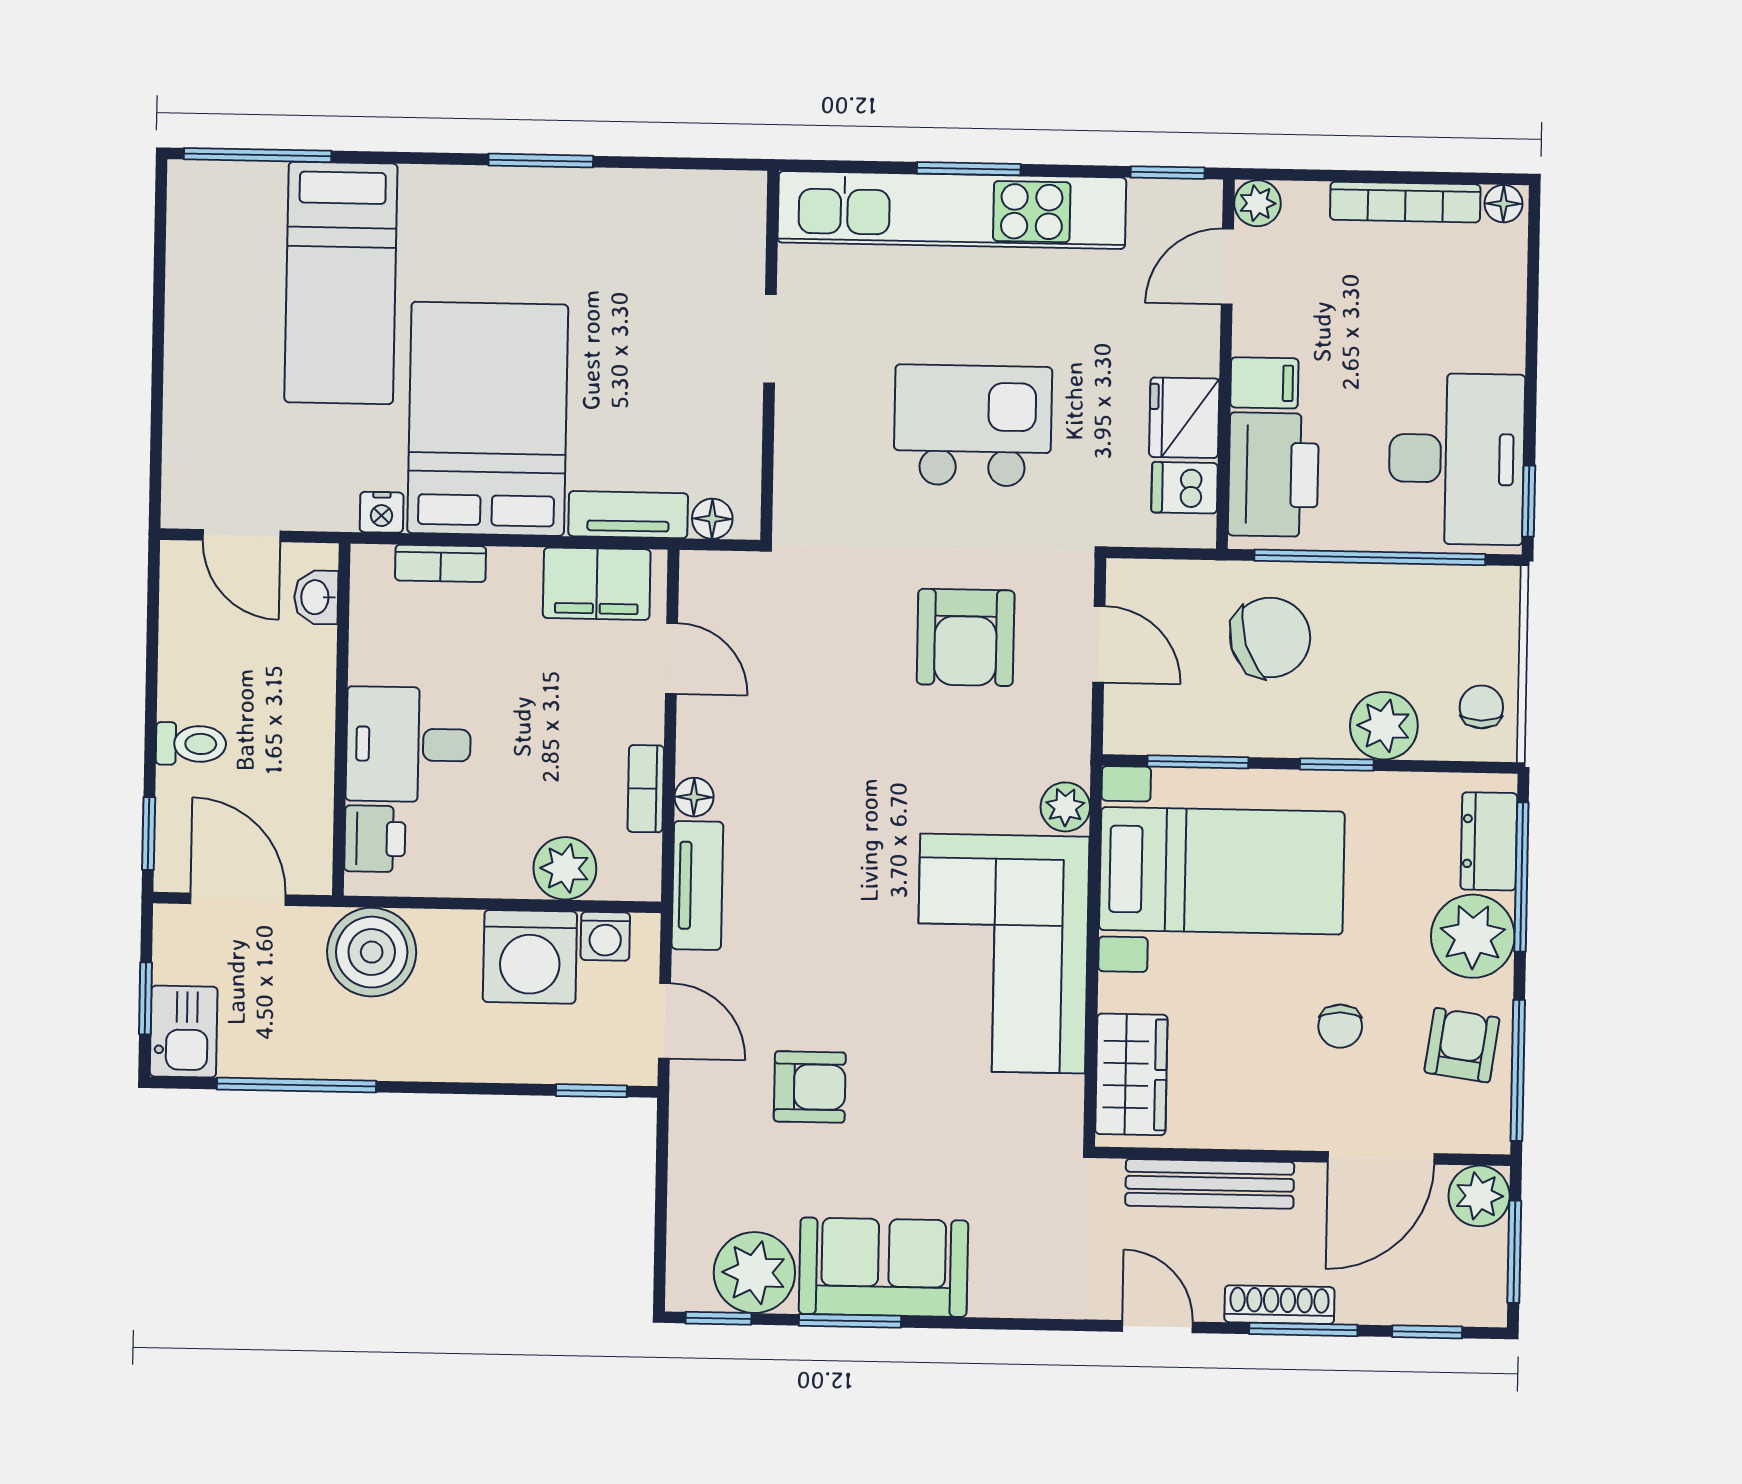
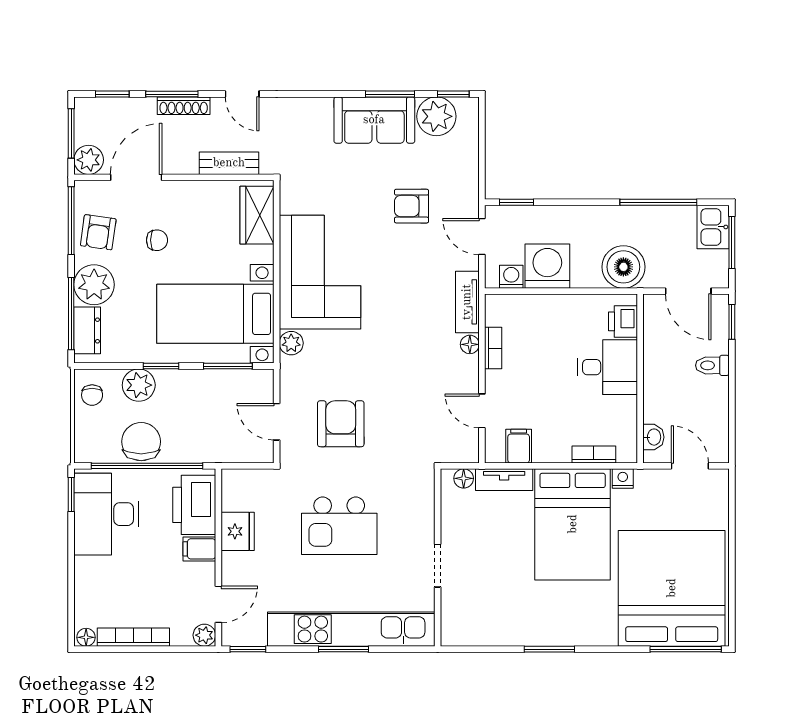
bed: (341, 283) -> (672, 588), width x2.04
dishwasher: (1185, 488) -> (237, 498), removed
filing cabinet: (597, 584) -> (519, 446), width x0.50
chair: (1270, 638) -> (141, 442), moved, turned 108
plant: (565, 868) -> (531, 309), removed
window: (145, 998) -> (732, 243), width x1.50
chair: (1340, 1026) -> (157, 240), turned 90
bench: (1210, 1184) -> (229, 163), width x0.73

